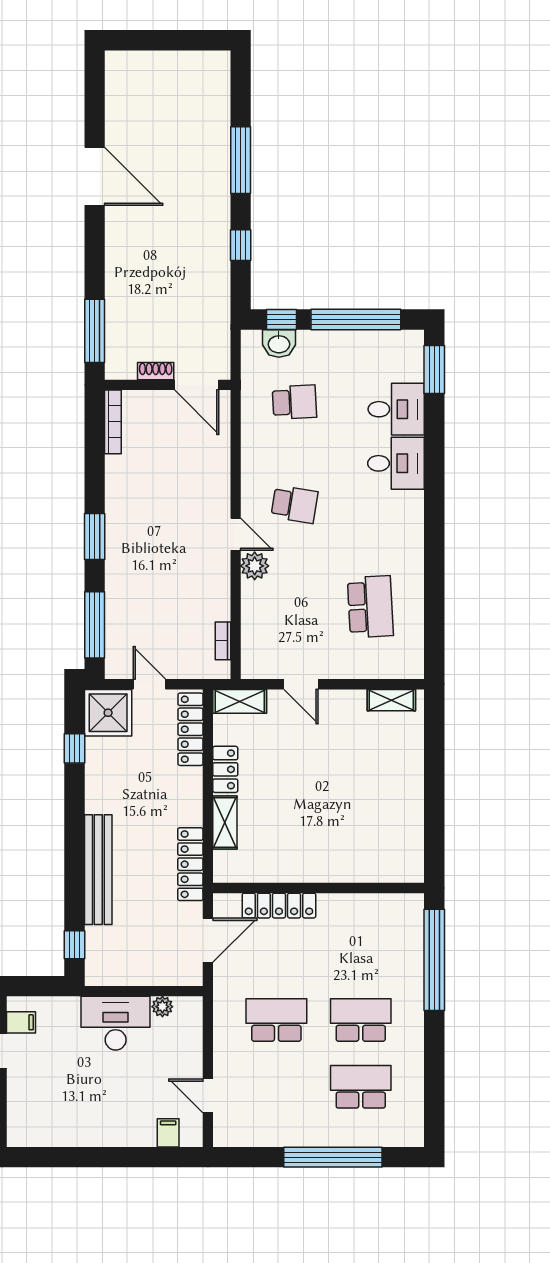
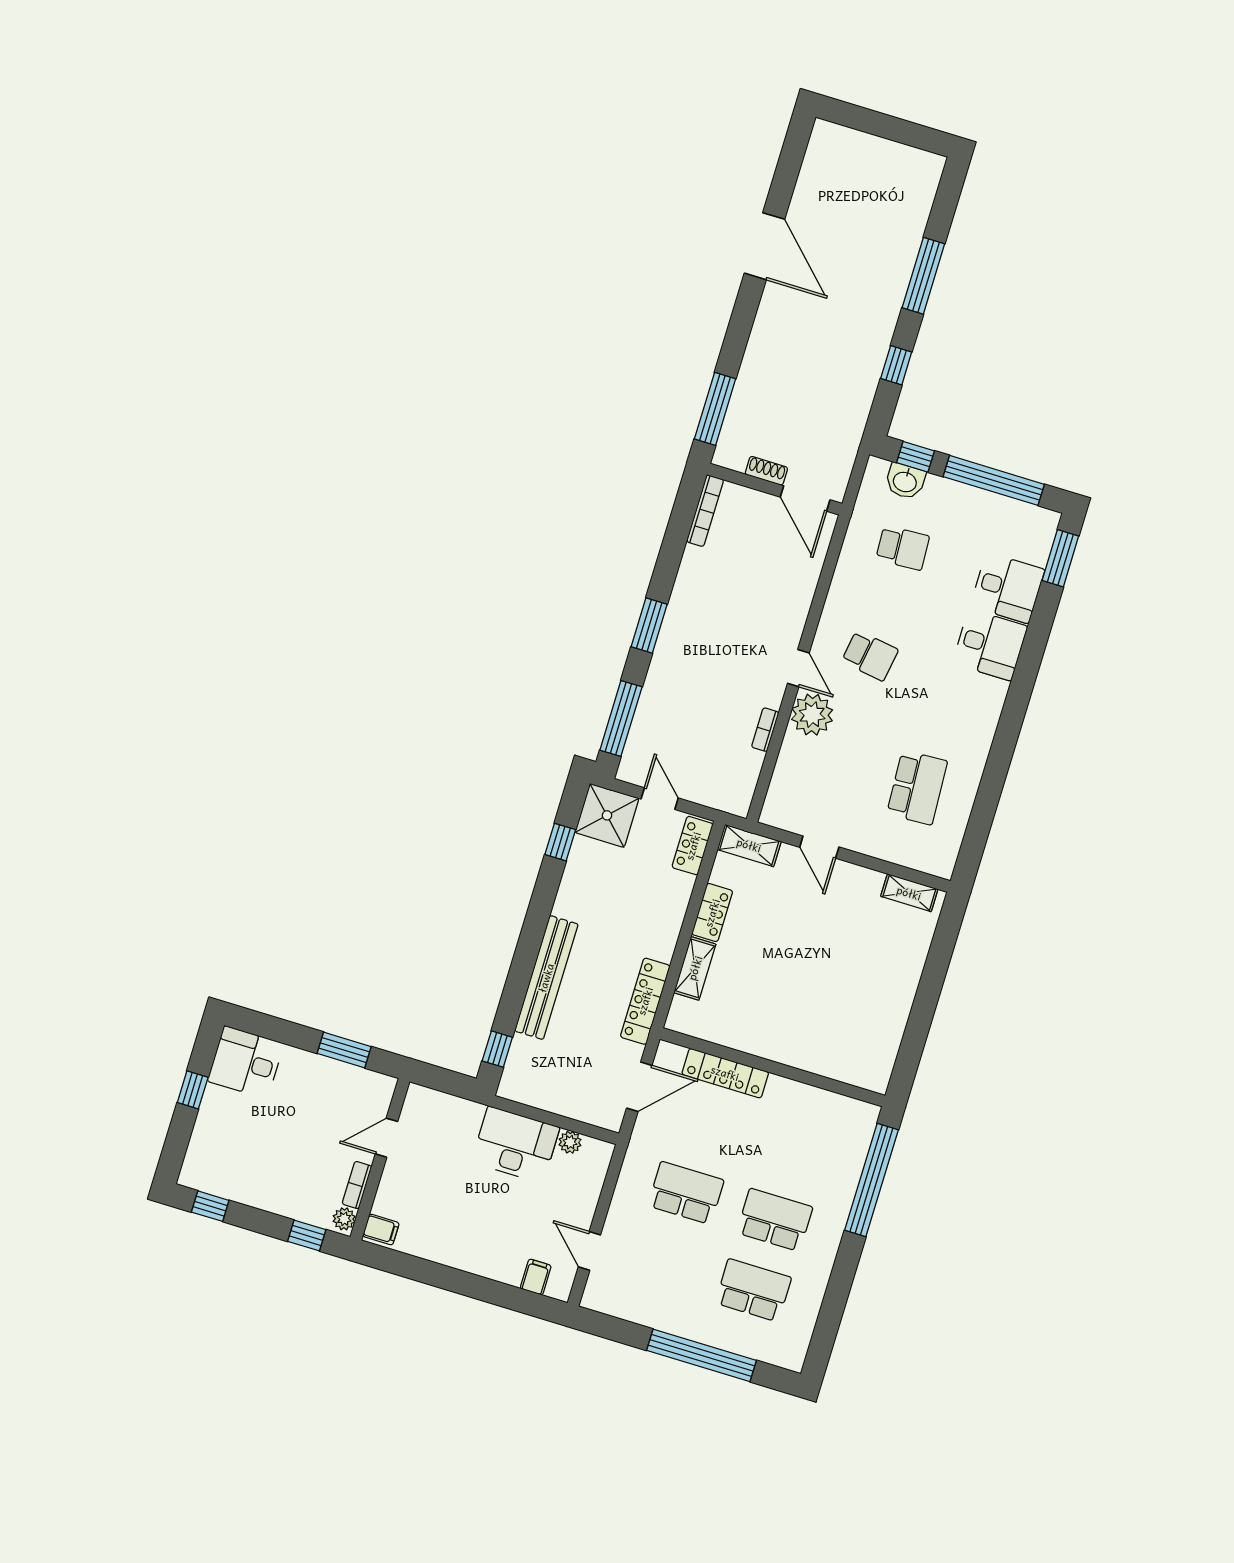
plant: (255, 566) -> (812, 715), width x1.36, depth x1.36
bookcase: (223, 641) -> (765, 730), moved
locker: (190, 729) -> (693, 846), width x0.66
filing cabinet: (21, 1022) -> (381, 1229), moved

